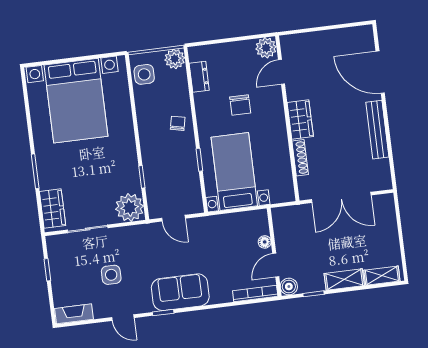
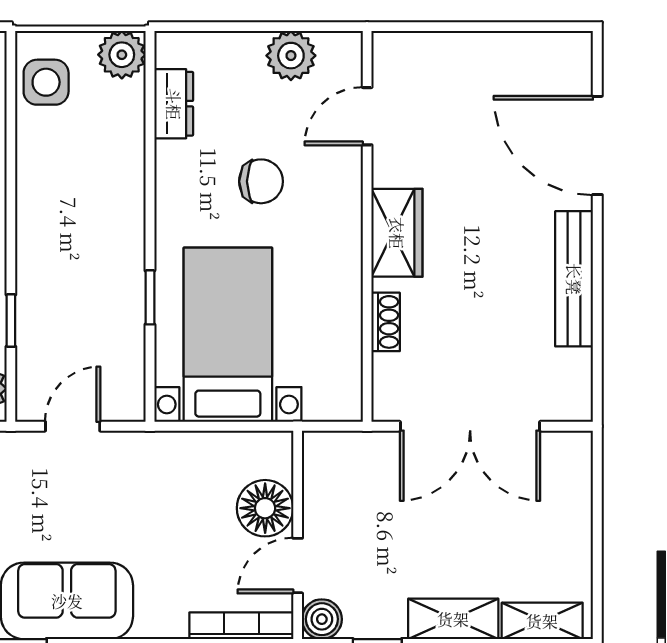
plant: (266, 48) -> (291, 56), moved
chair: (240, 105) -> (261, 181), turned -90
chair: (178, 123) -> (110, 206), removed
shoe rack: (300, 158) -> (386, 322), width x0.70
door: (174, 218) -> (73, 426), swing flipped
floor lamp: (265, 242) -> (265, 508), width x1.89, depth x1.89

